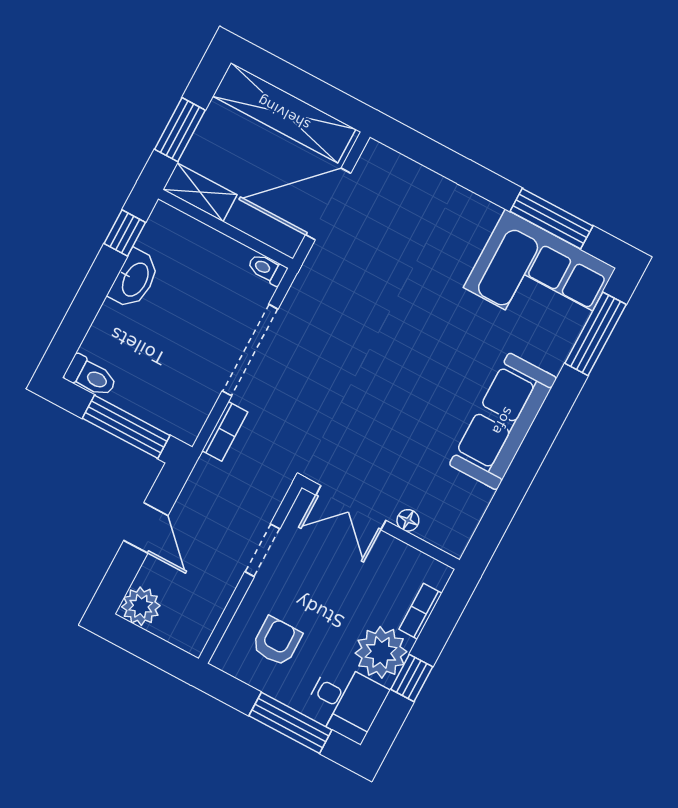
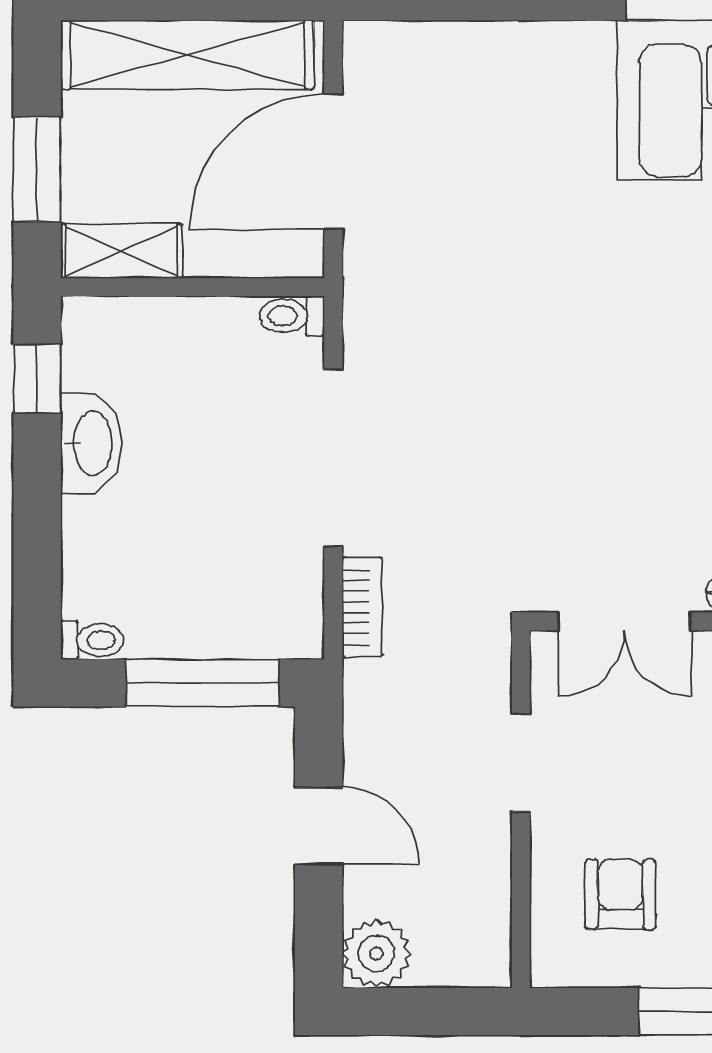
toilet: (91, 376) -> (92, 640), width x0.73, depth x0.72

